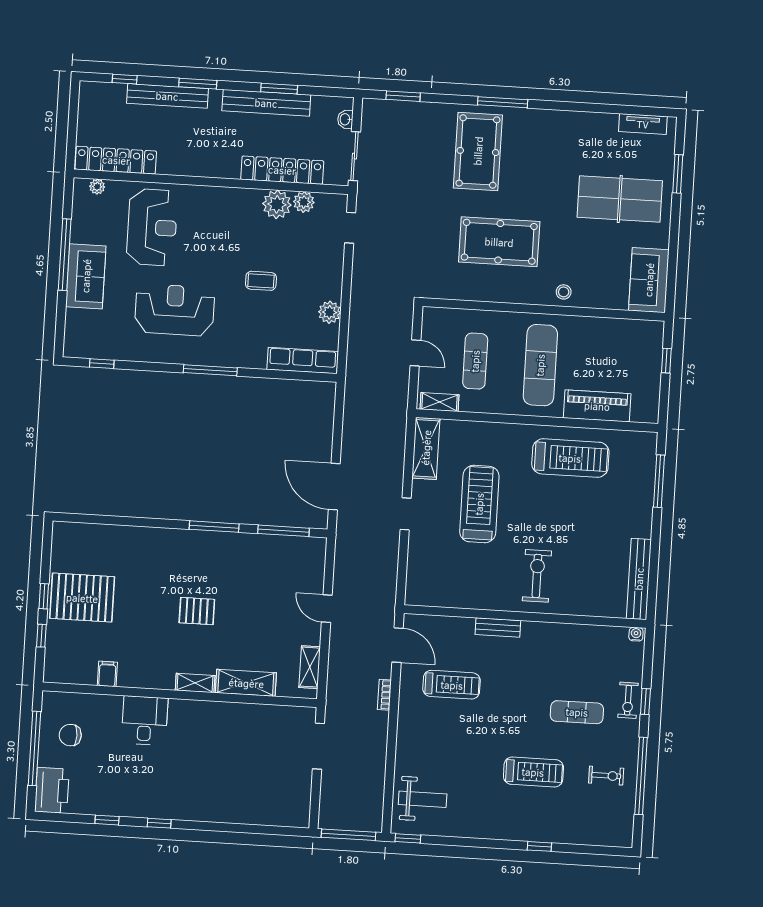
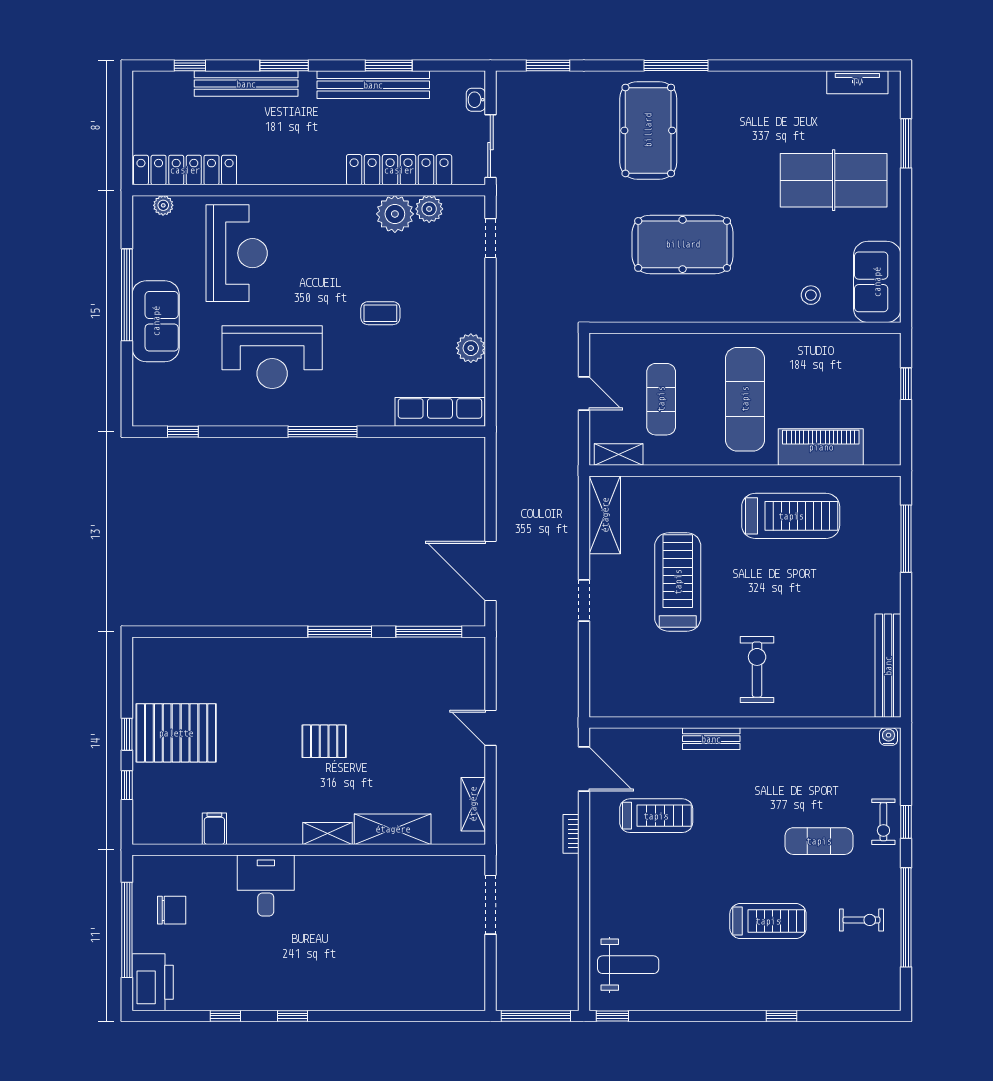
stool: (564, 292) -> (811, 295), moved
reception desk: (175, 310) -> (272, 357), turned 180
chair: (70, 735) -> (172, 910), turned 180

